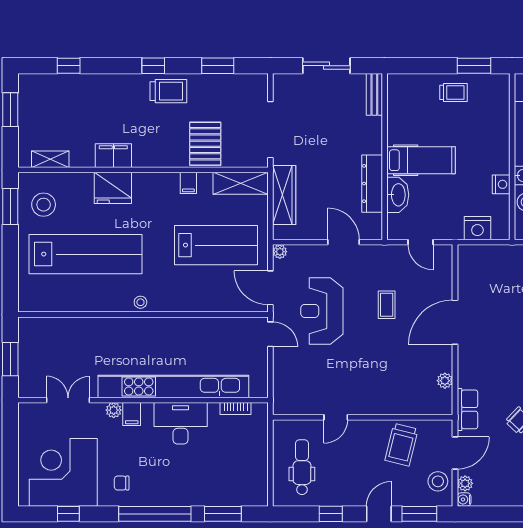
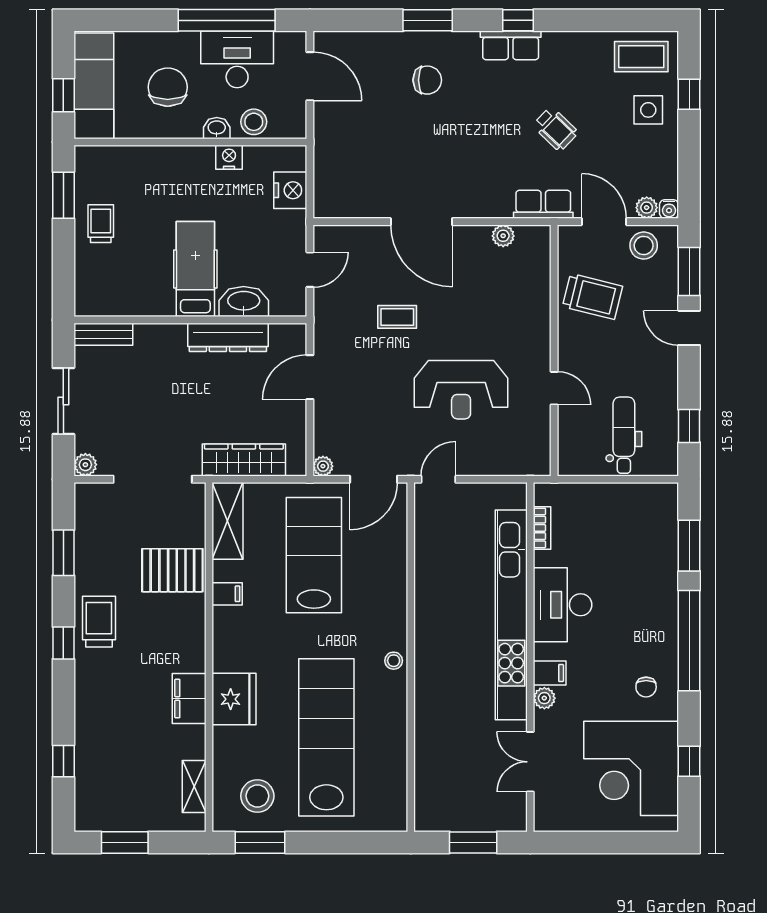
plant: (281, 81) -> (85, 465), added
reception desk: (322, 311) -> (461, 390), moved
dental chair: (302, 467) -> (624, 435), turned 90
window: (331, 514) -> (689, 426), moved

